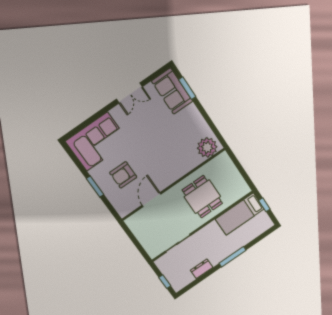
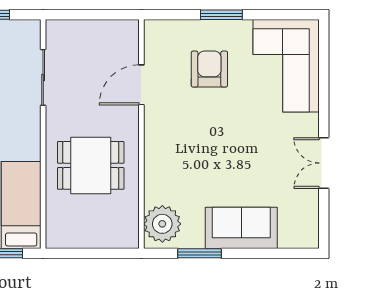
window: (187, 88) -> (199, 253), moved
sofa: (172, 91) -> (241, 228), moved
door: (152, 200) -> (141, 85), swing flipped

